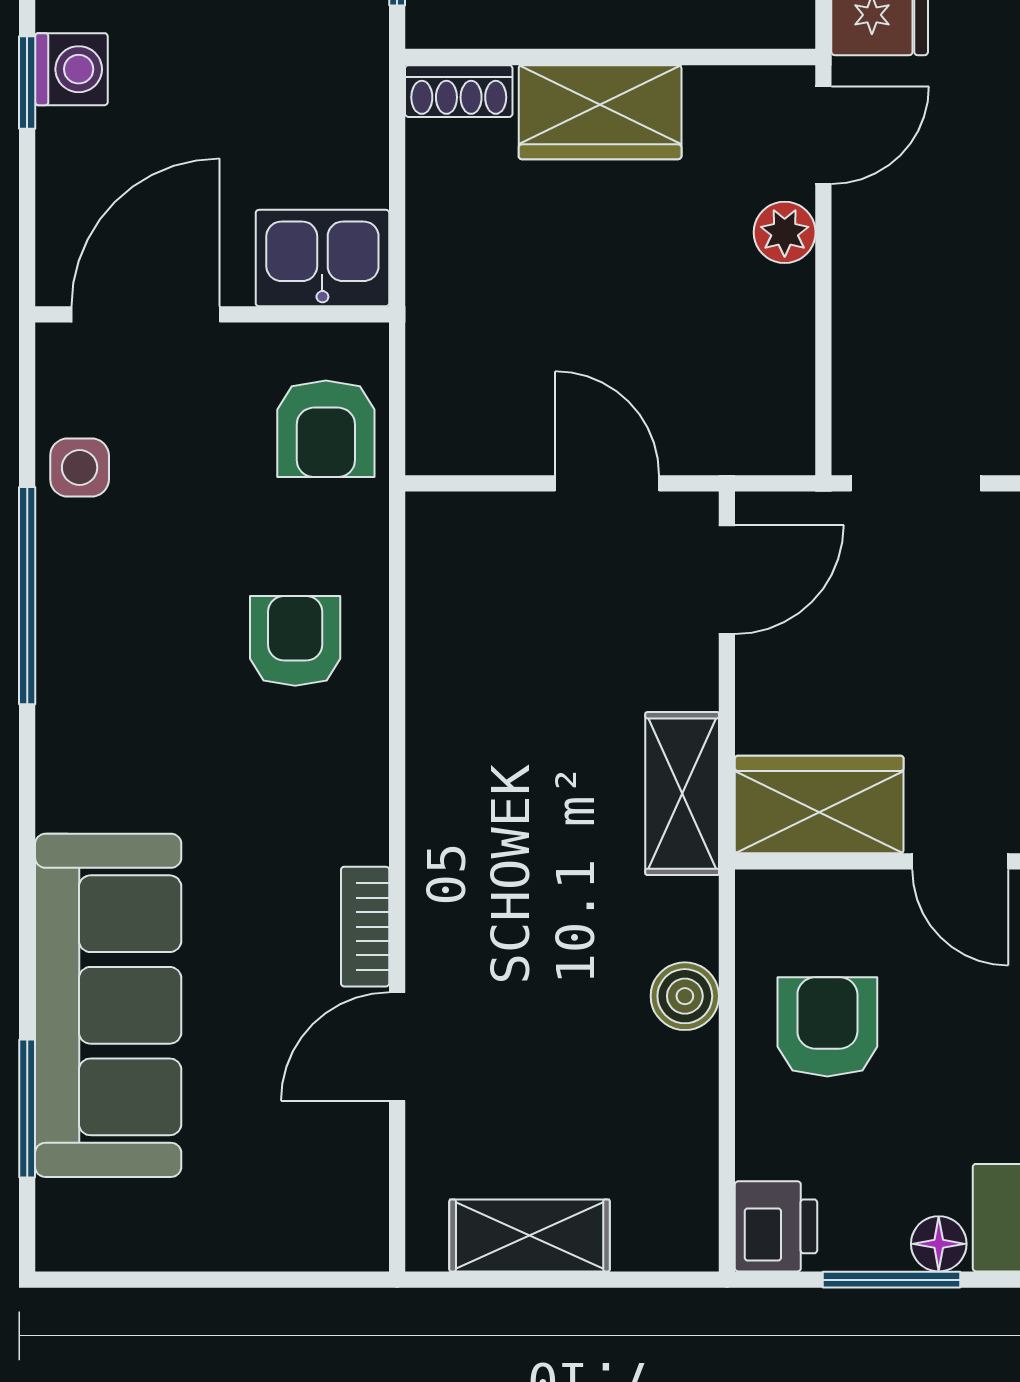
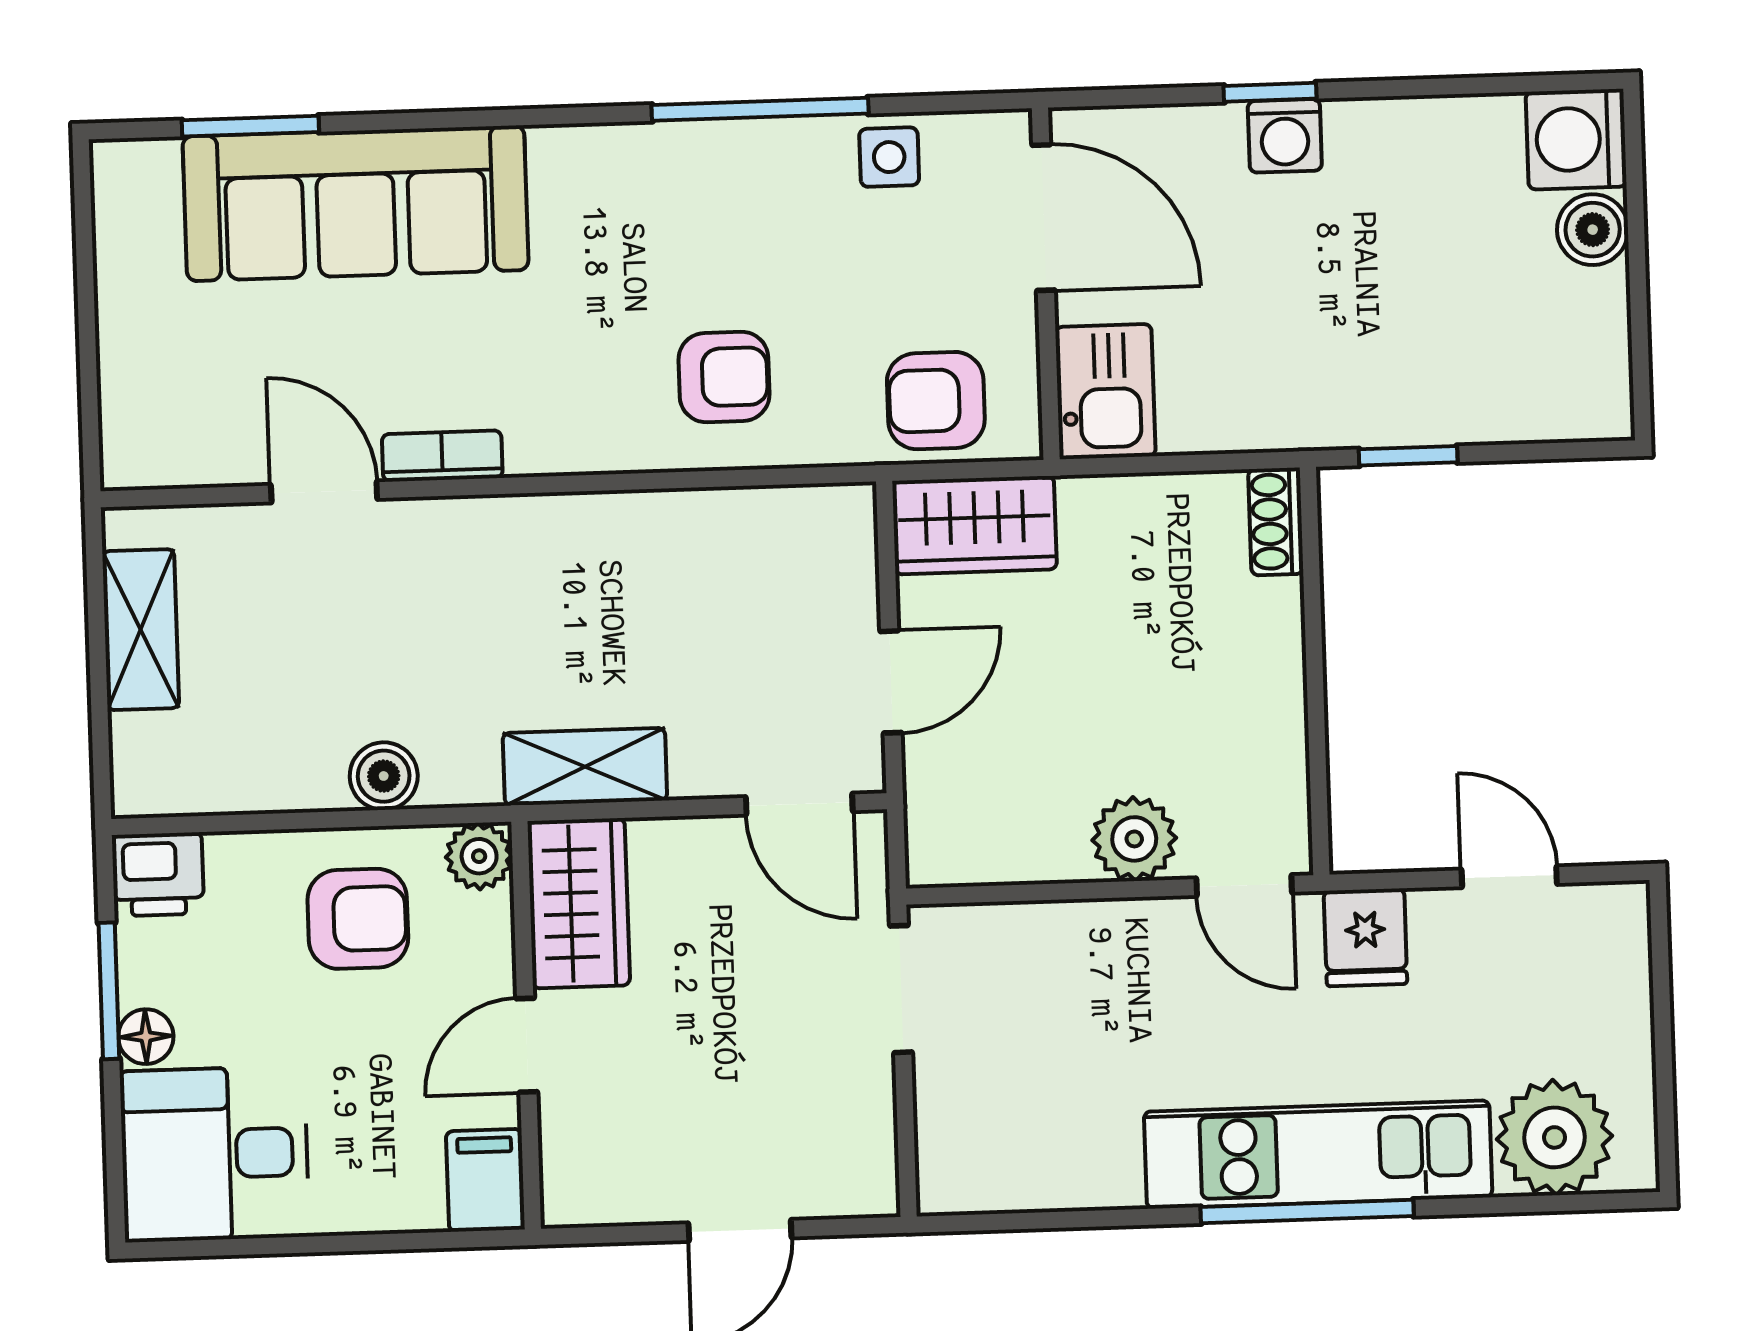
wardrobe: (600, 112) -> (975, 525), moved, turned -90
plant: (785, 232) -> (1134, 839), width x1.38, depth x1.38
plant: (769, 903) -> (479, 856), added

